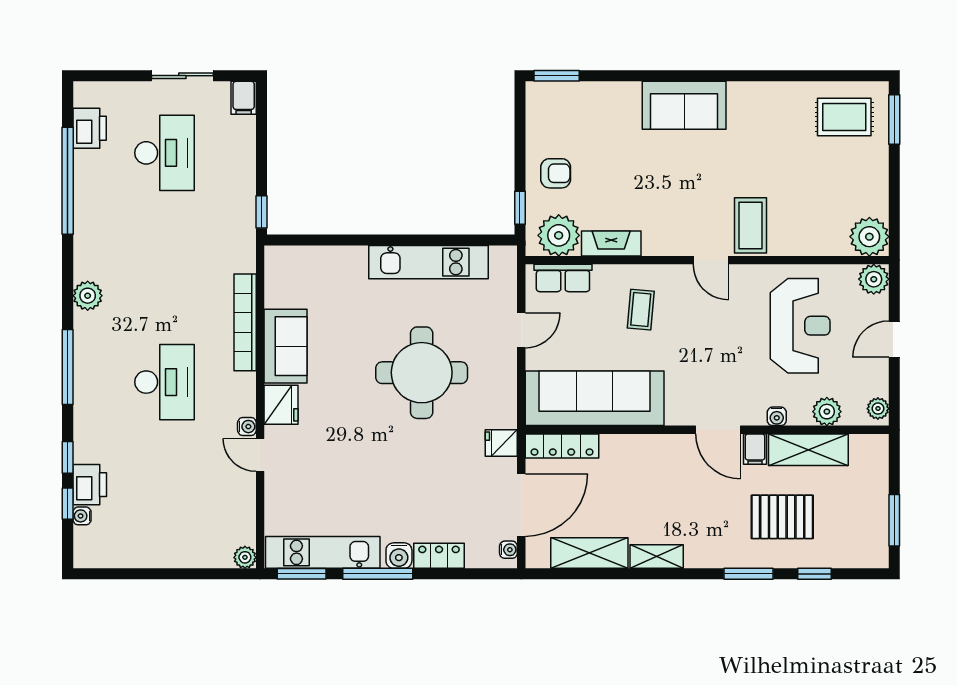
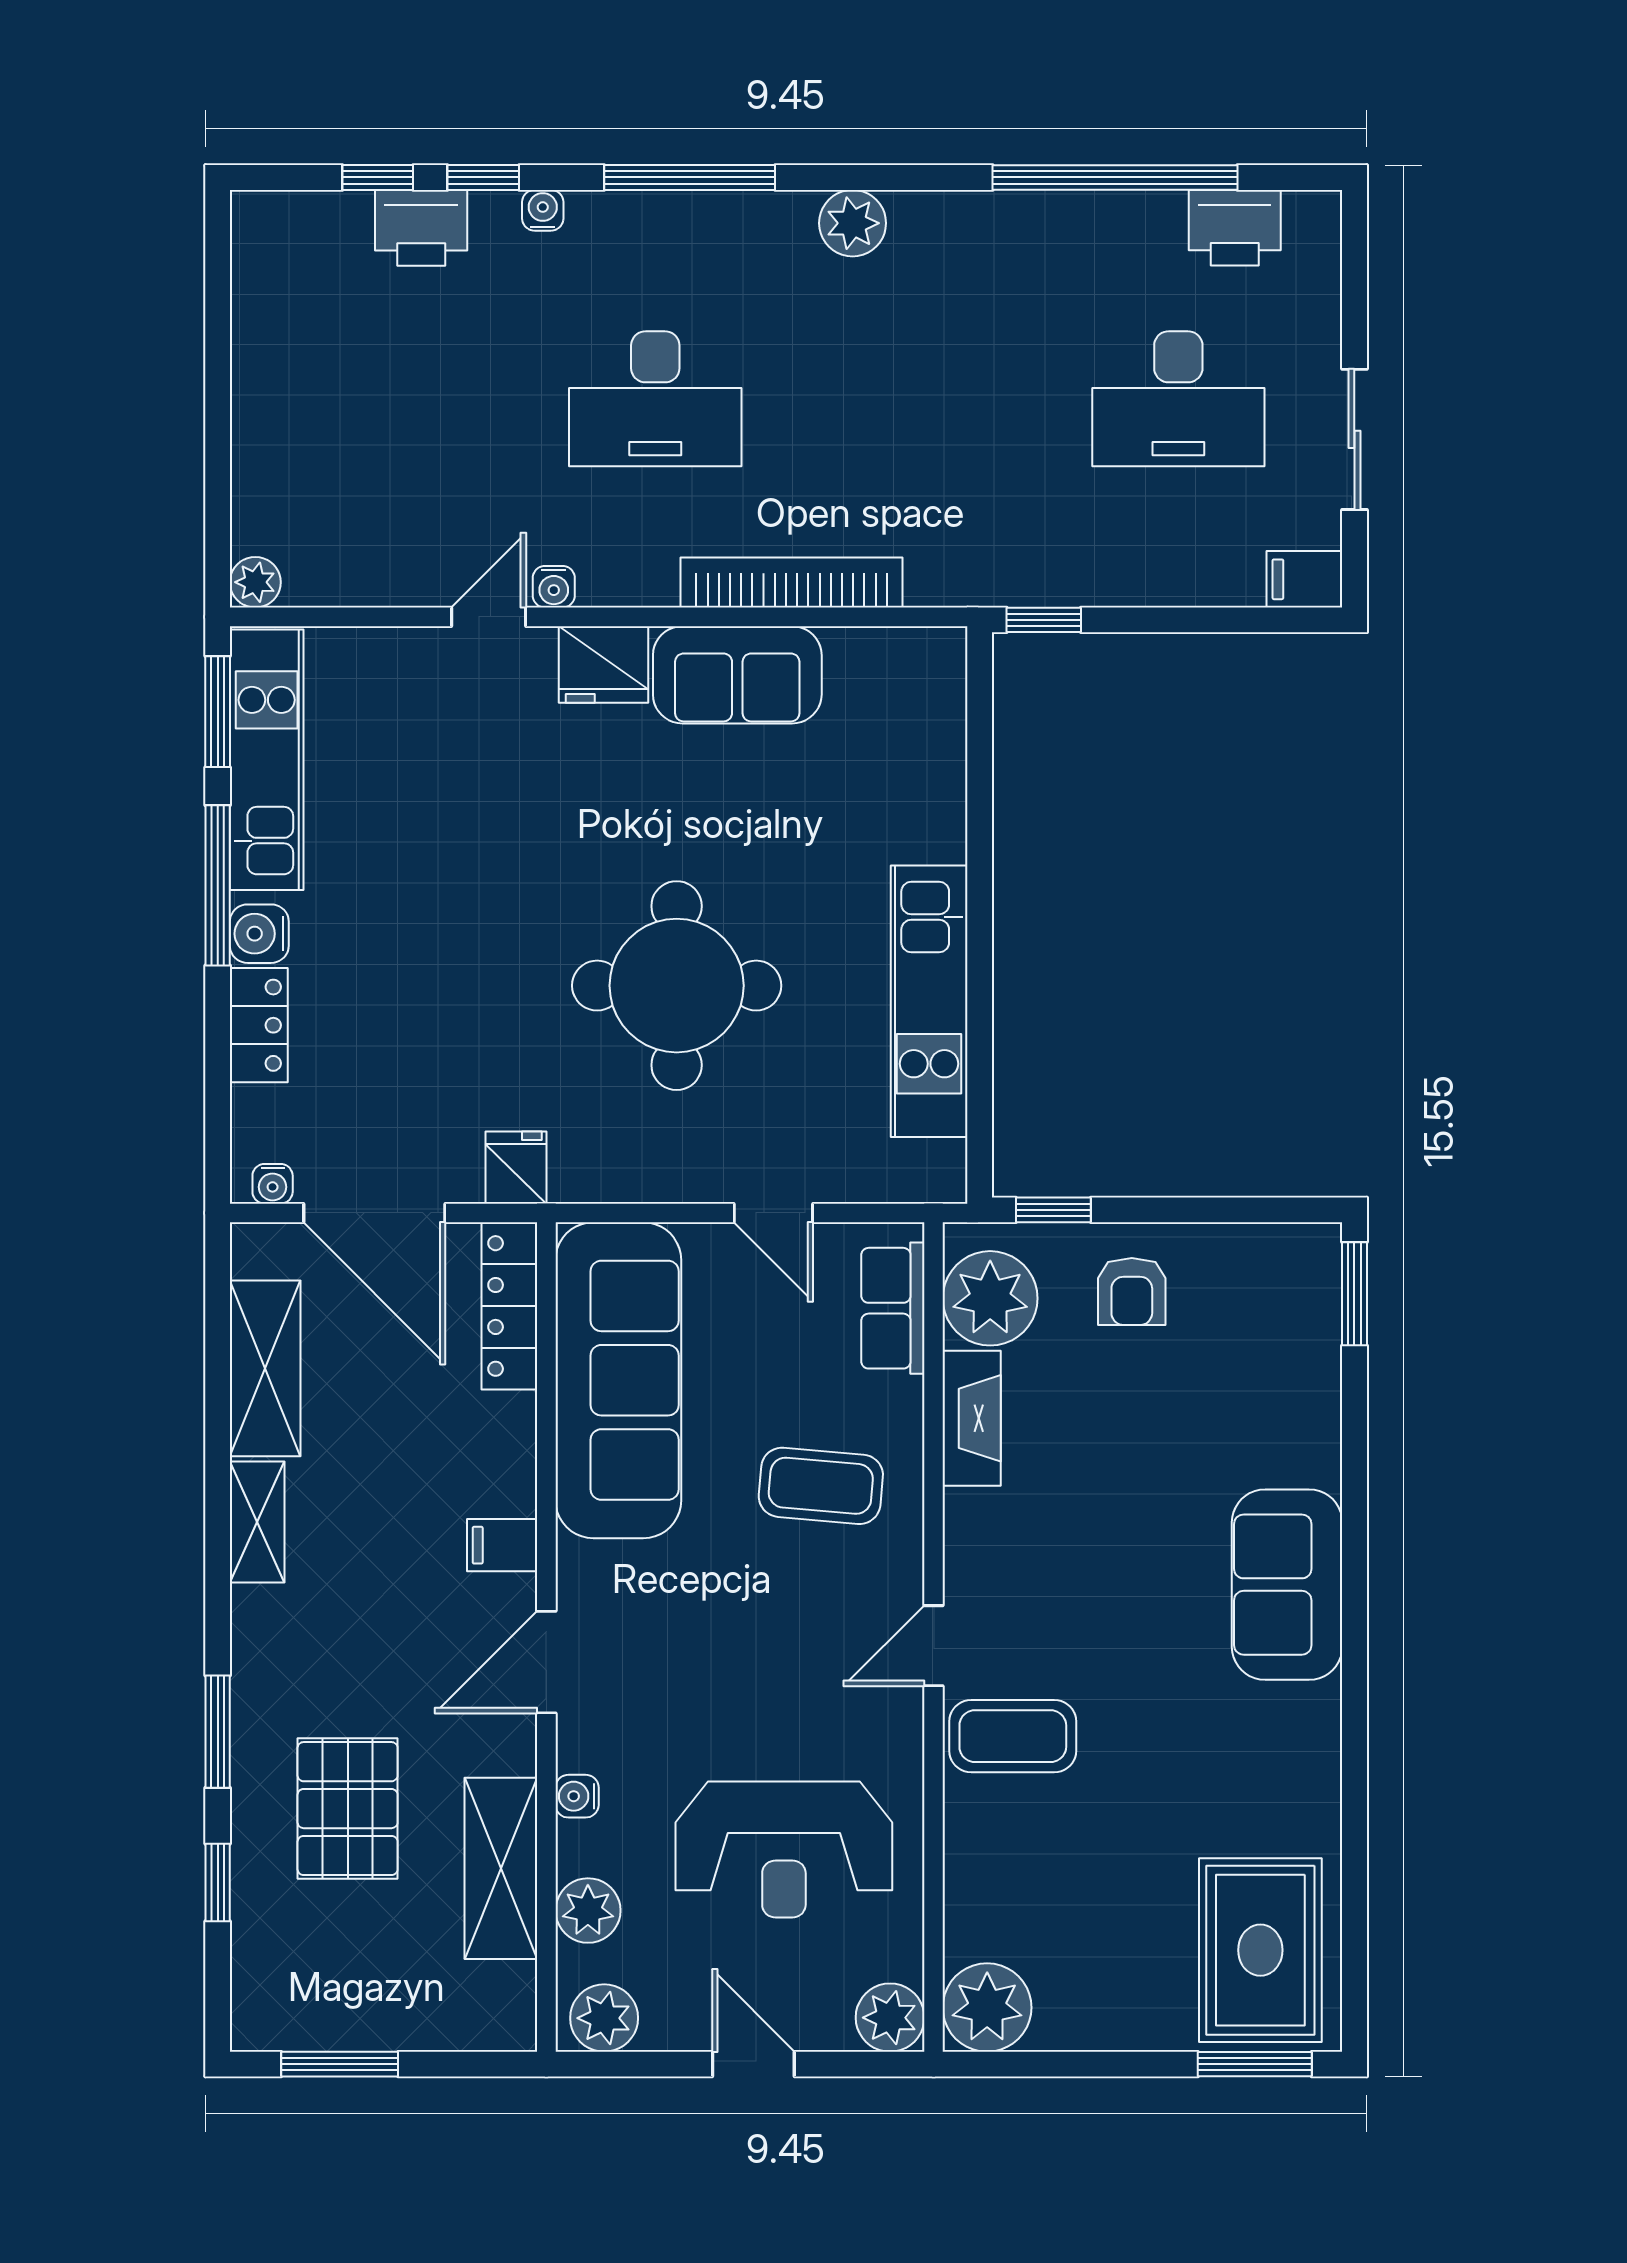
rug: (844, 117) -> (1260, 1950), width x1.36, depth x1.43
coffee table: (641, 310) -> (821, 1486), width x1.36, depth x1.30
plant: (878, 409) -> (604, 2018), width x1.38, depth x1.38
filing cabinet: (755, 449) -> (502, 1545), moved
water cooler: (82, 516) -> (543, 210), moved

